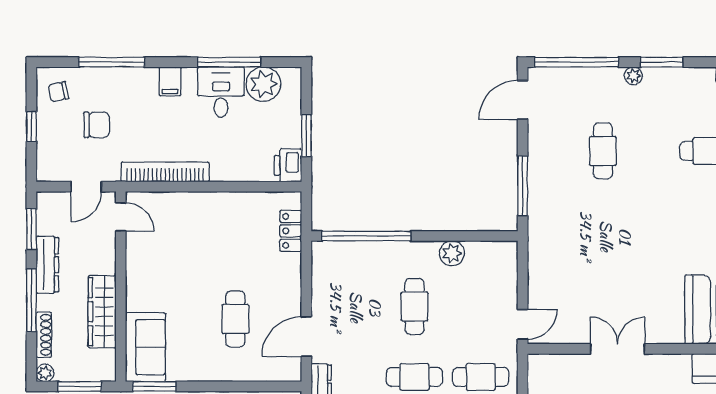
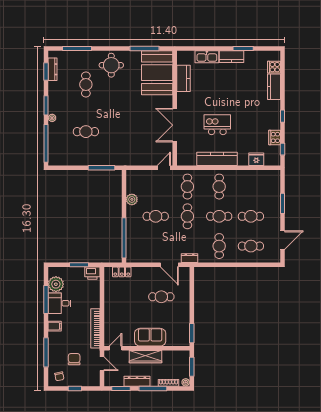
door: (523, 100) -> (63, 168), removed
wardrobe: (102, 312) -> (146, 357), moved
door: (523, 324) -> (164, 168), hinge flipped
sofa: (145, 347) -> (150, 337), moved
double door: (618, 349) -> (175, 125), width x1.37

